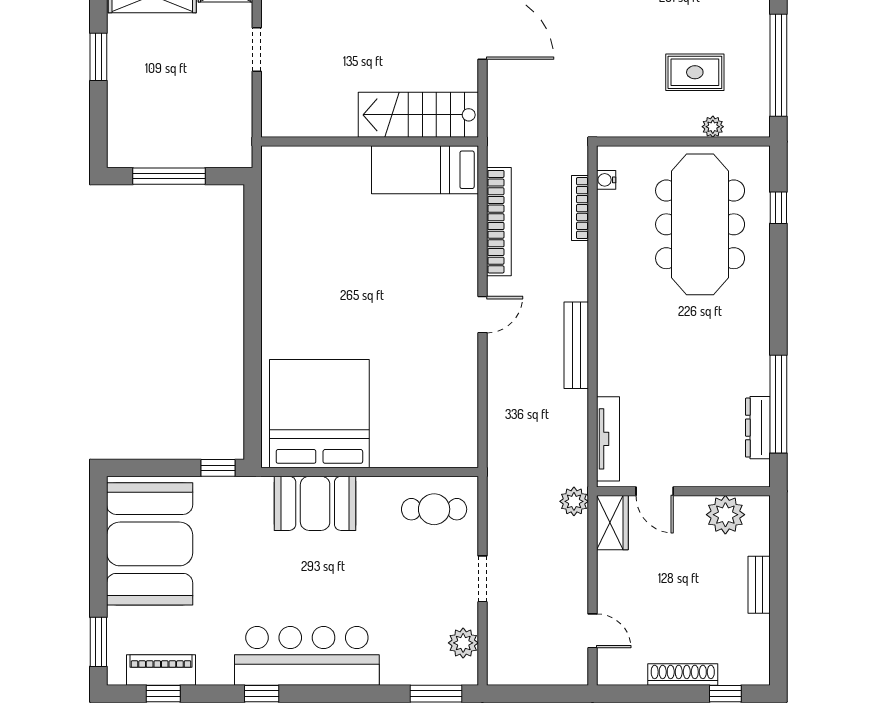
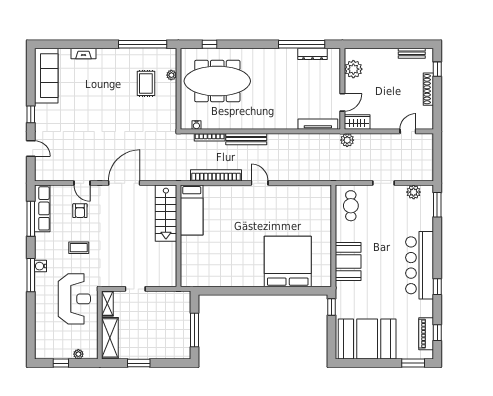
bench: (576, 345) -> (246, 139), moved
bed: (319, 414) -> (288, 262), moved, turned 90
bench: (759, 585) -> (412, 53), moved

